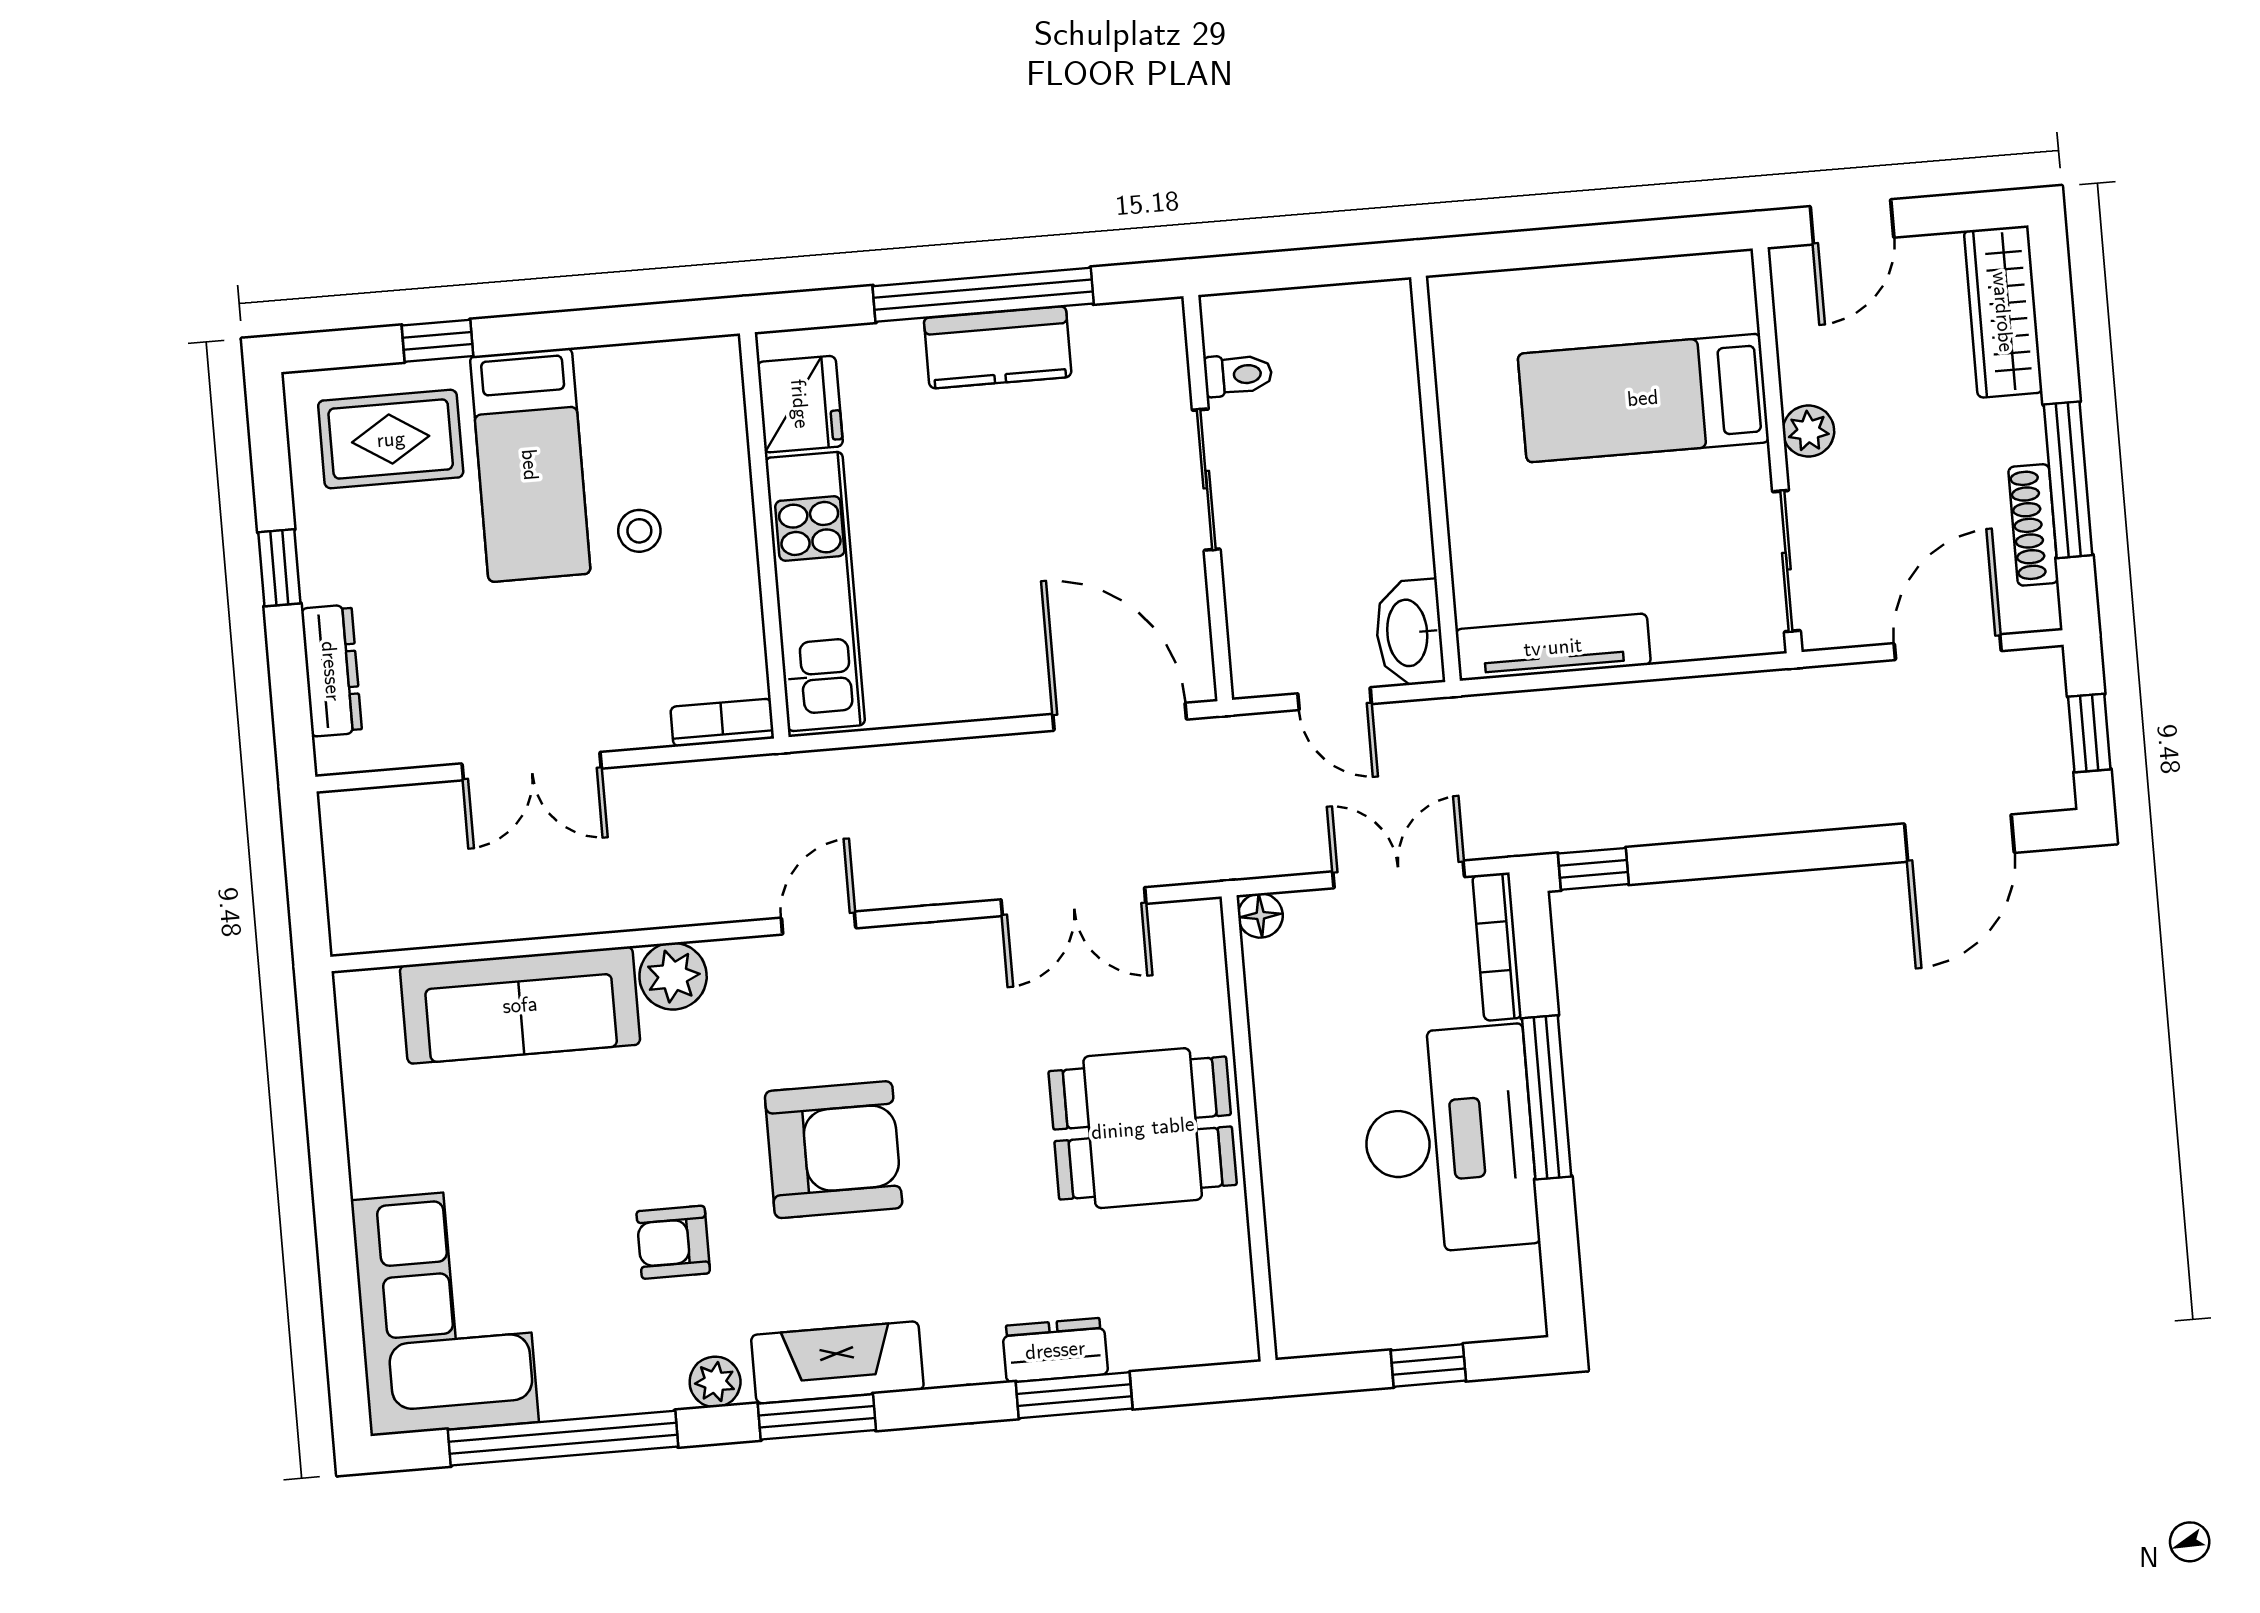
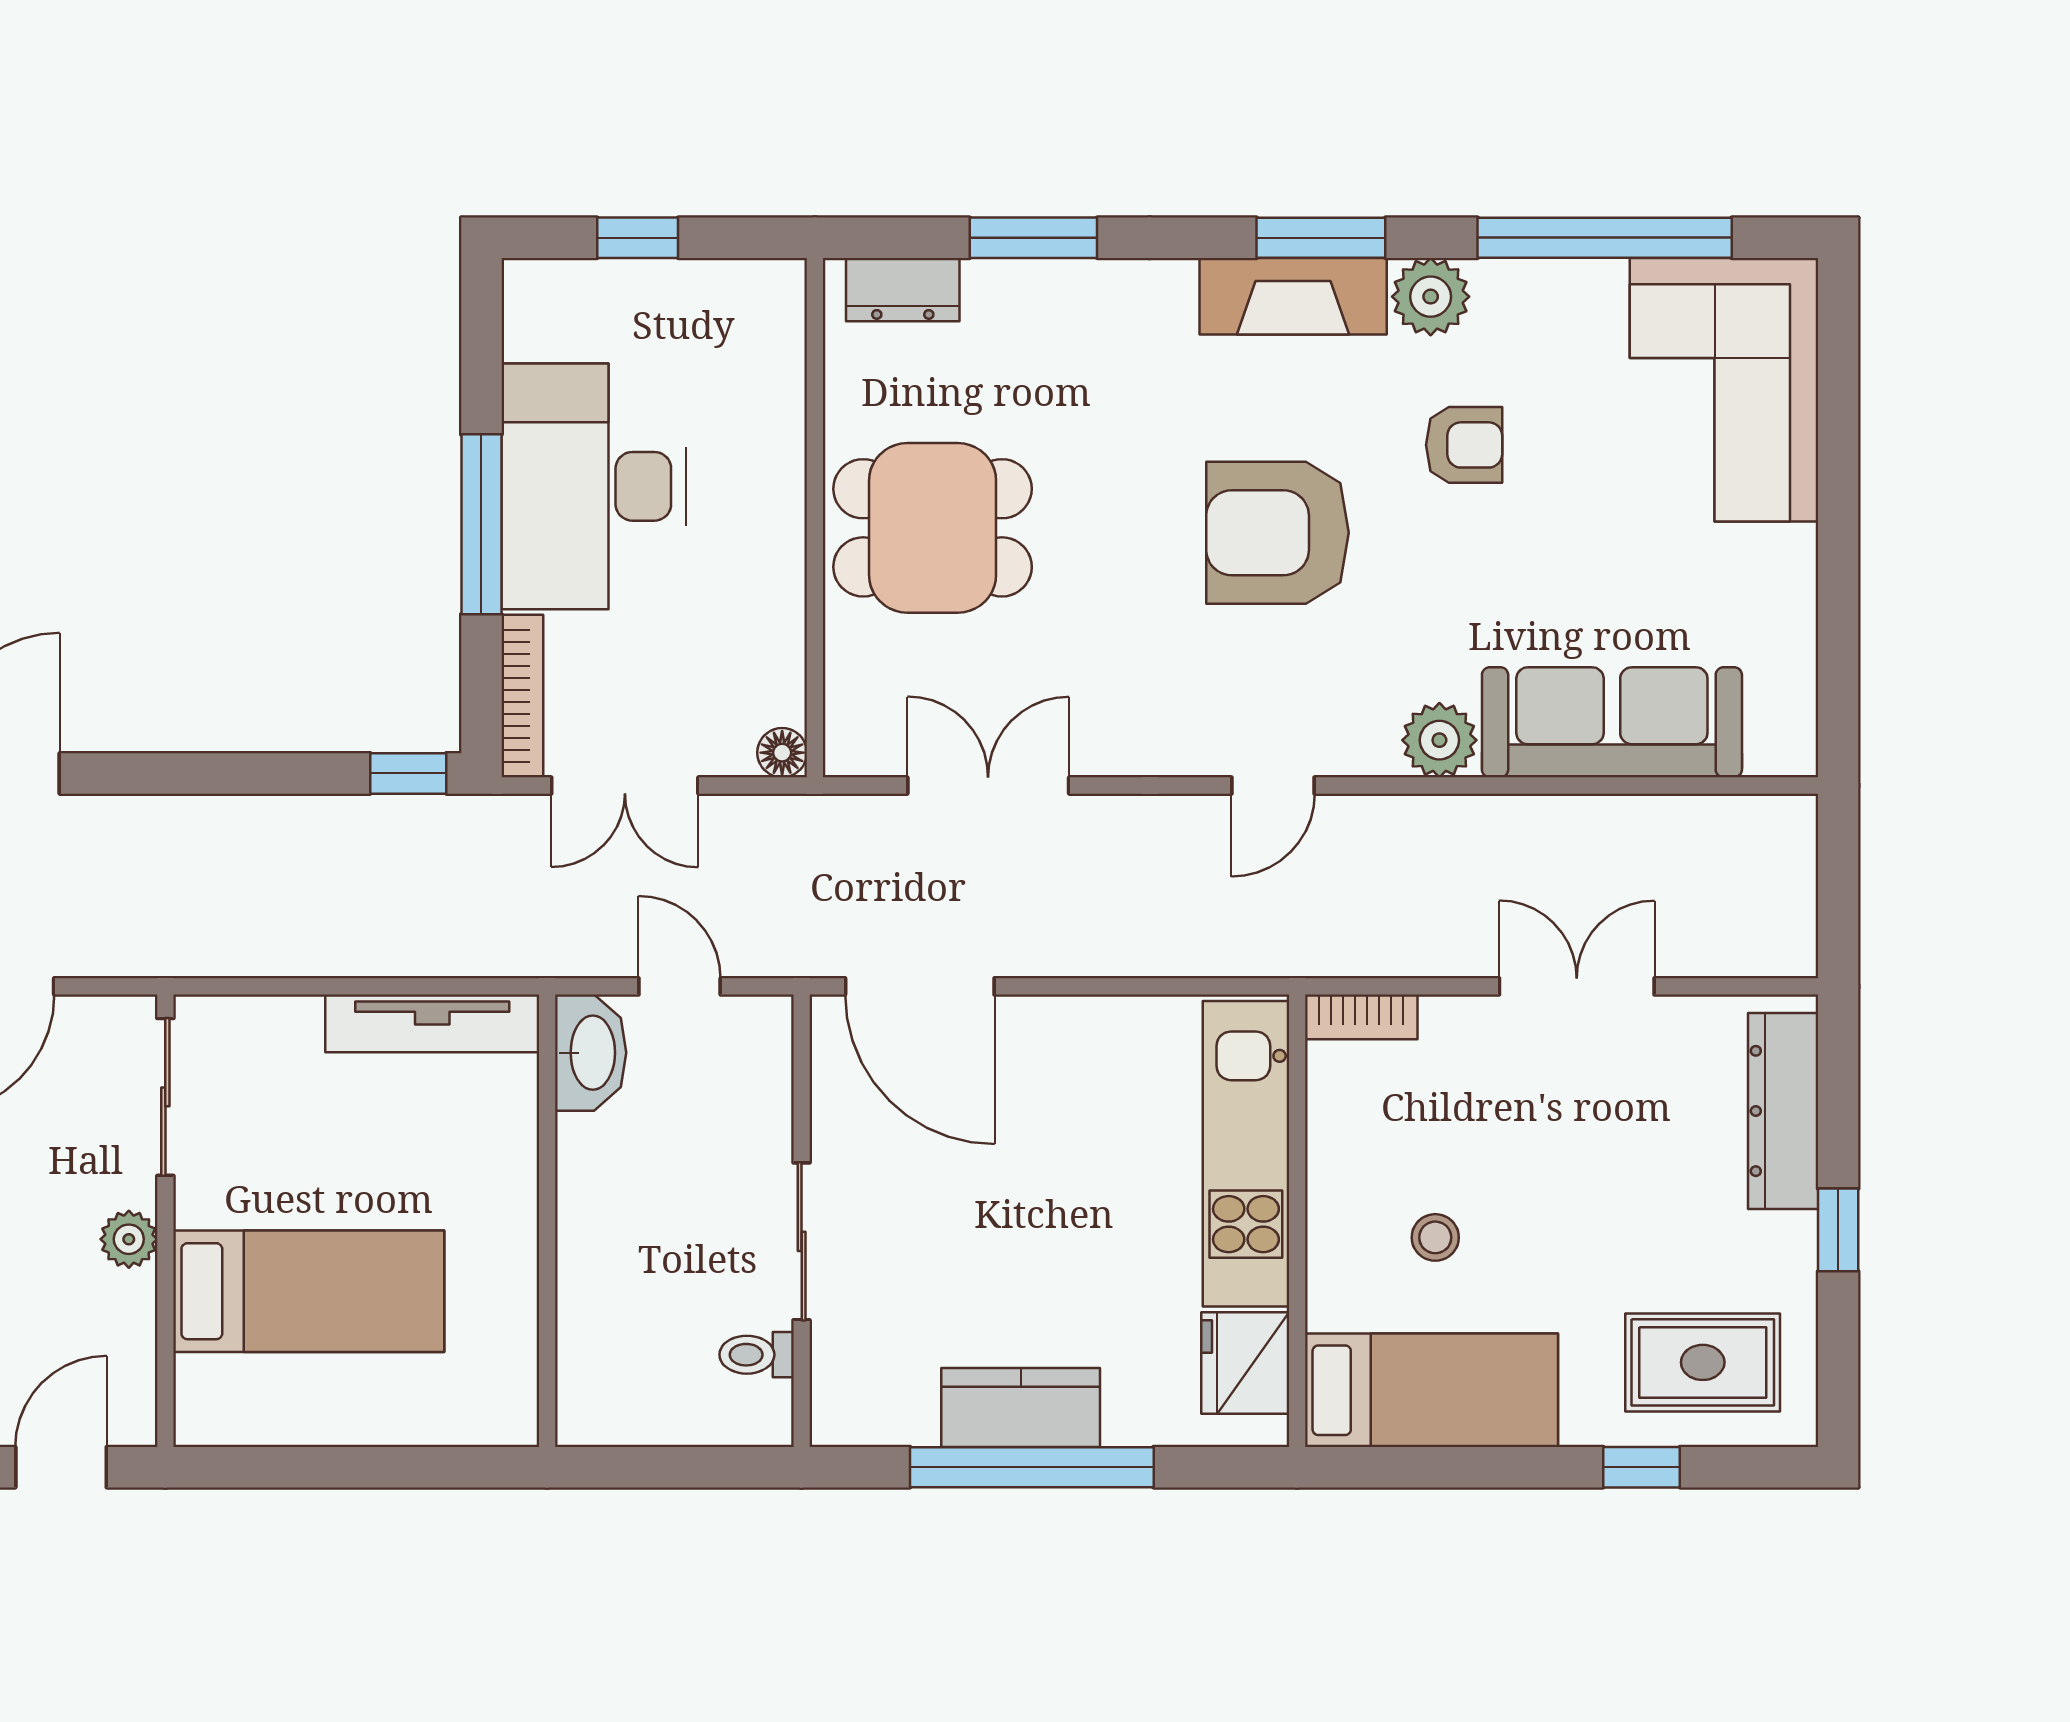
bed: (530, 465) -> (1432, 1390), moved, turned 90
dresser: (331, 671) -> (1783, 1111), width x1.37, depth x1.24
dresser: (1055, 1350) -> (903, 290), moved
plant: (715, 1382) -> (1431, 297), width x1.38, depth x1.38

